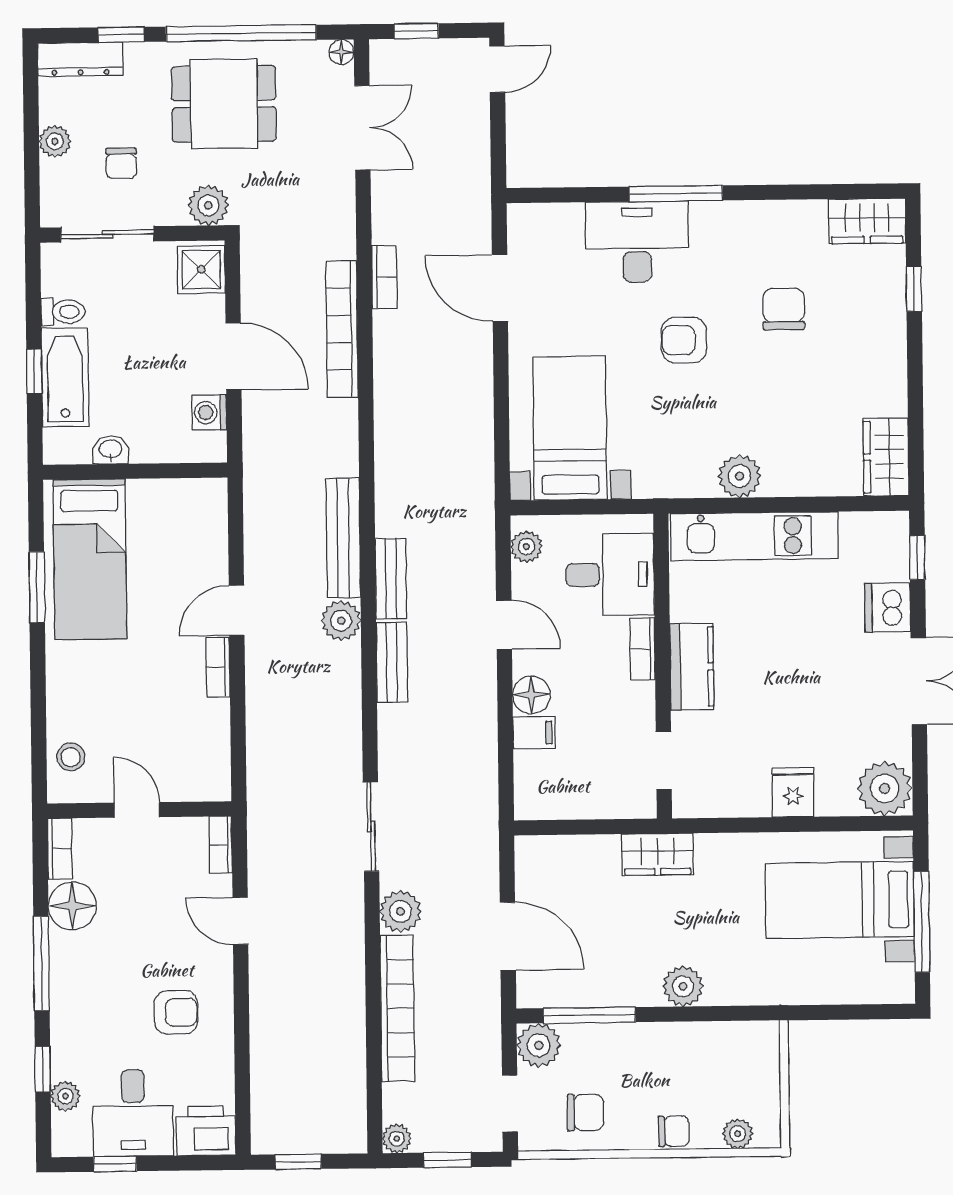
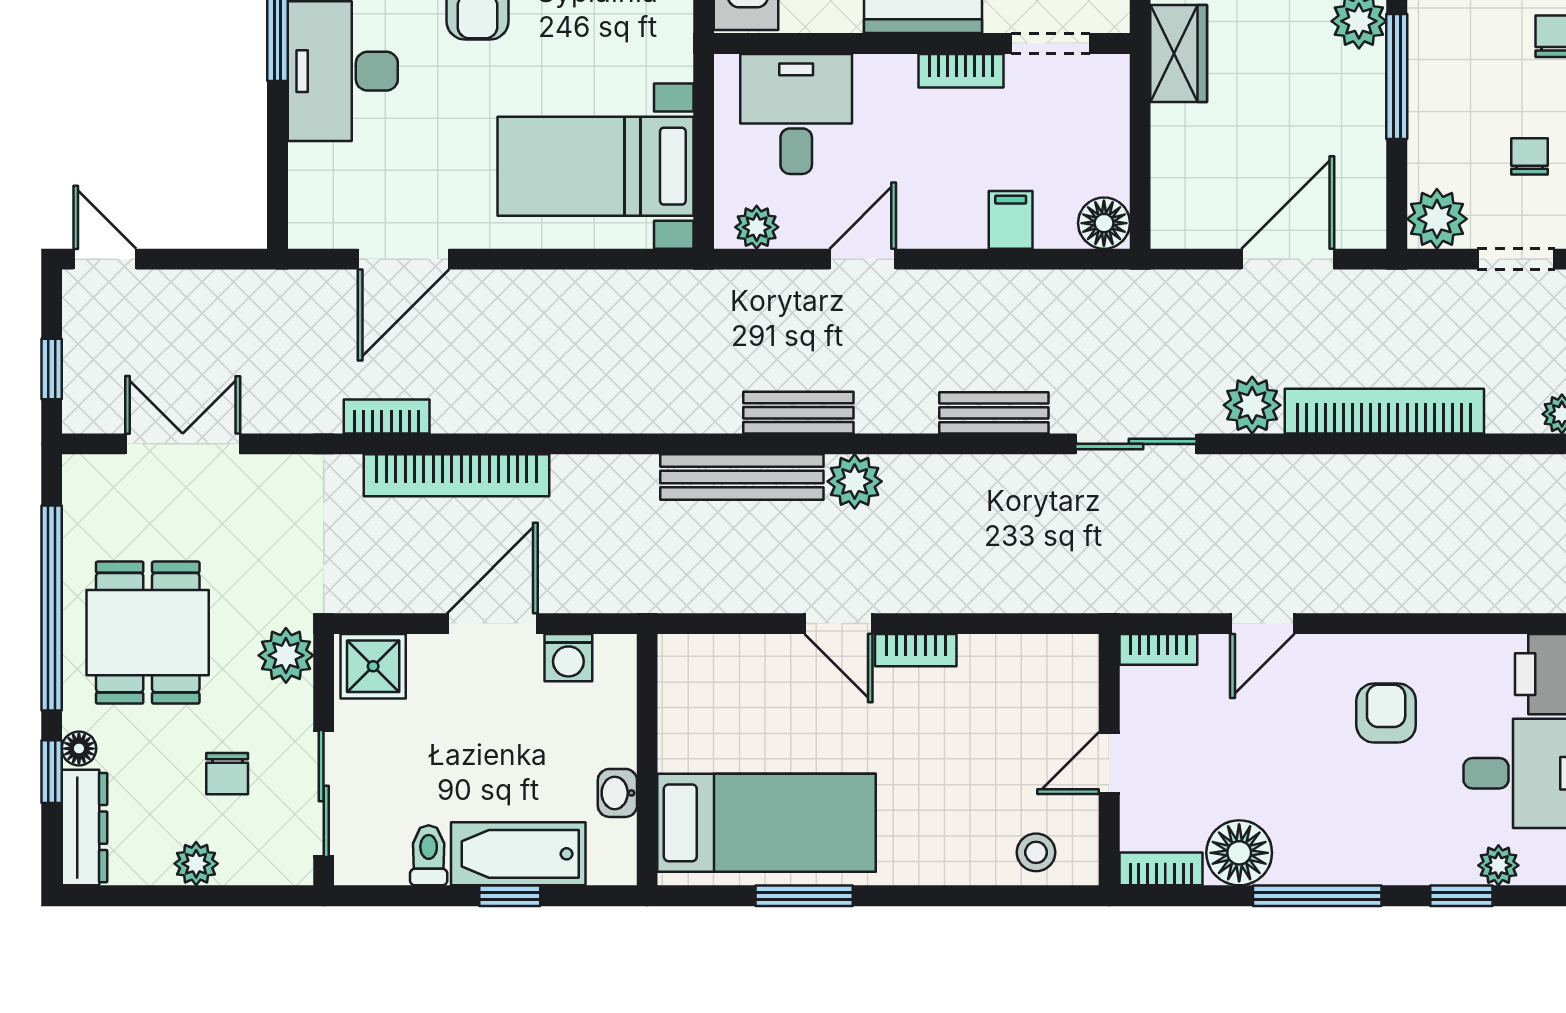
floor lamp: (341, 52) -> (79, 749), moved
chair: (121, 163) -> (227, 774), turned 90
bookcase: (642, 649) -> (961, 71), moved
bench: (392, 662) -> (994, 413), moved
floor lamp: (531, 695) -> (1104, 223), moved
window: (589, 1015) -> (1397, 76), moved
chair: (585, 1112) -> (1529, 156), width x0.73, depth x0.73

